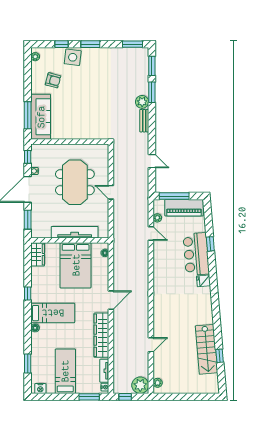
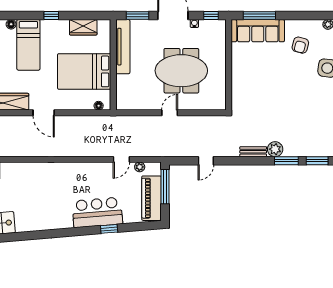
tv unit: (75, 232) -> (123, 47), moved
wardrobe: (38, 254) -> (83, 27), moved
fridge: (203, 281) -> (66, 221), removed

